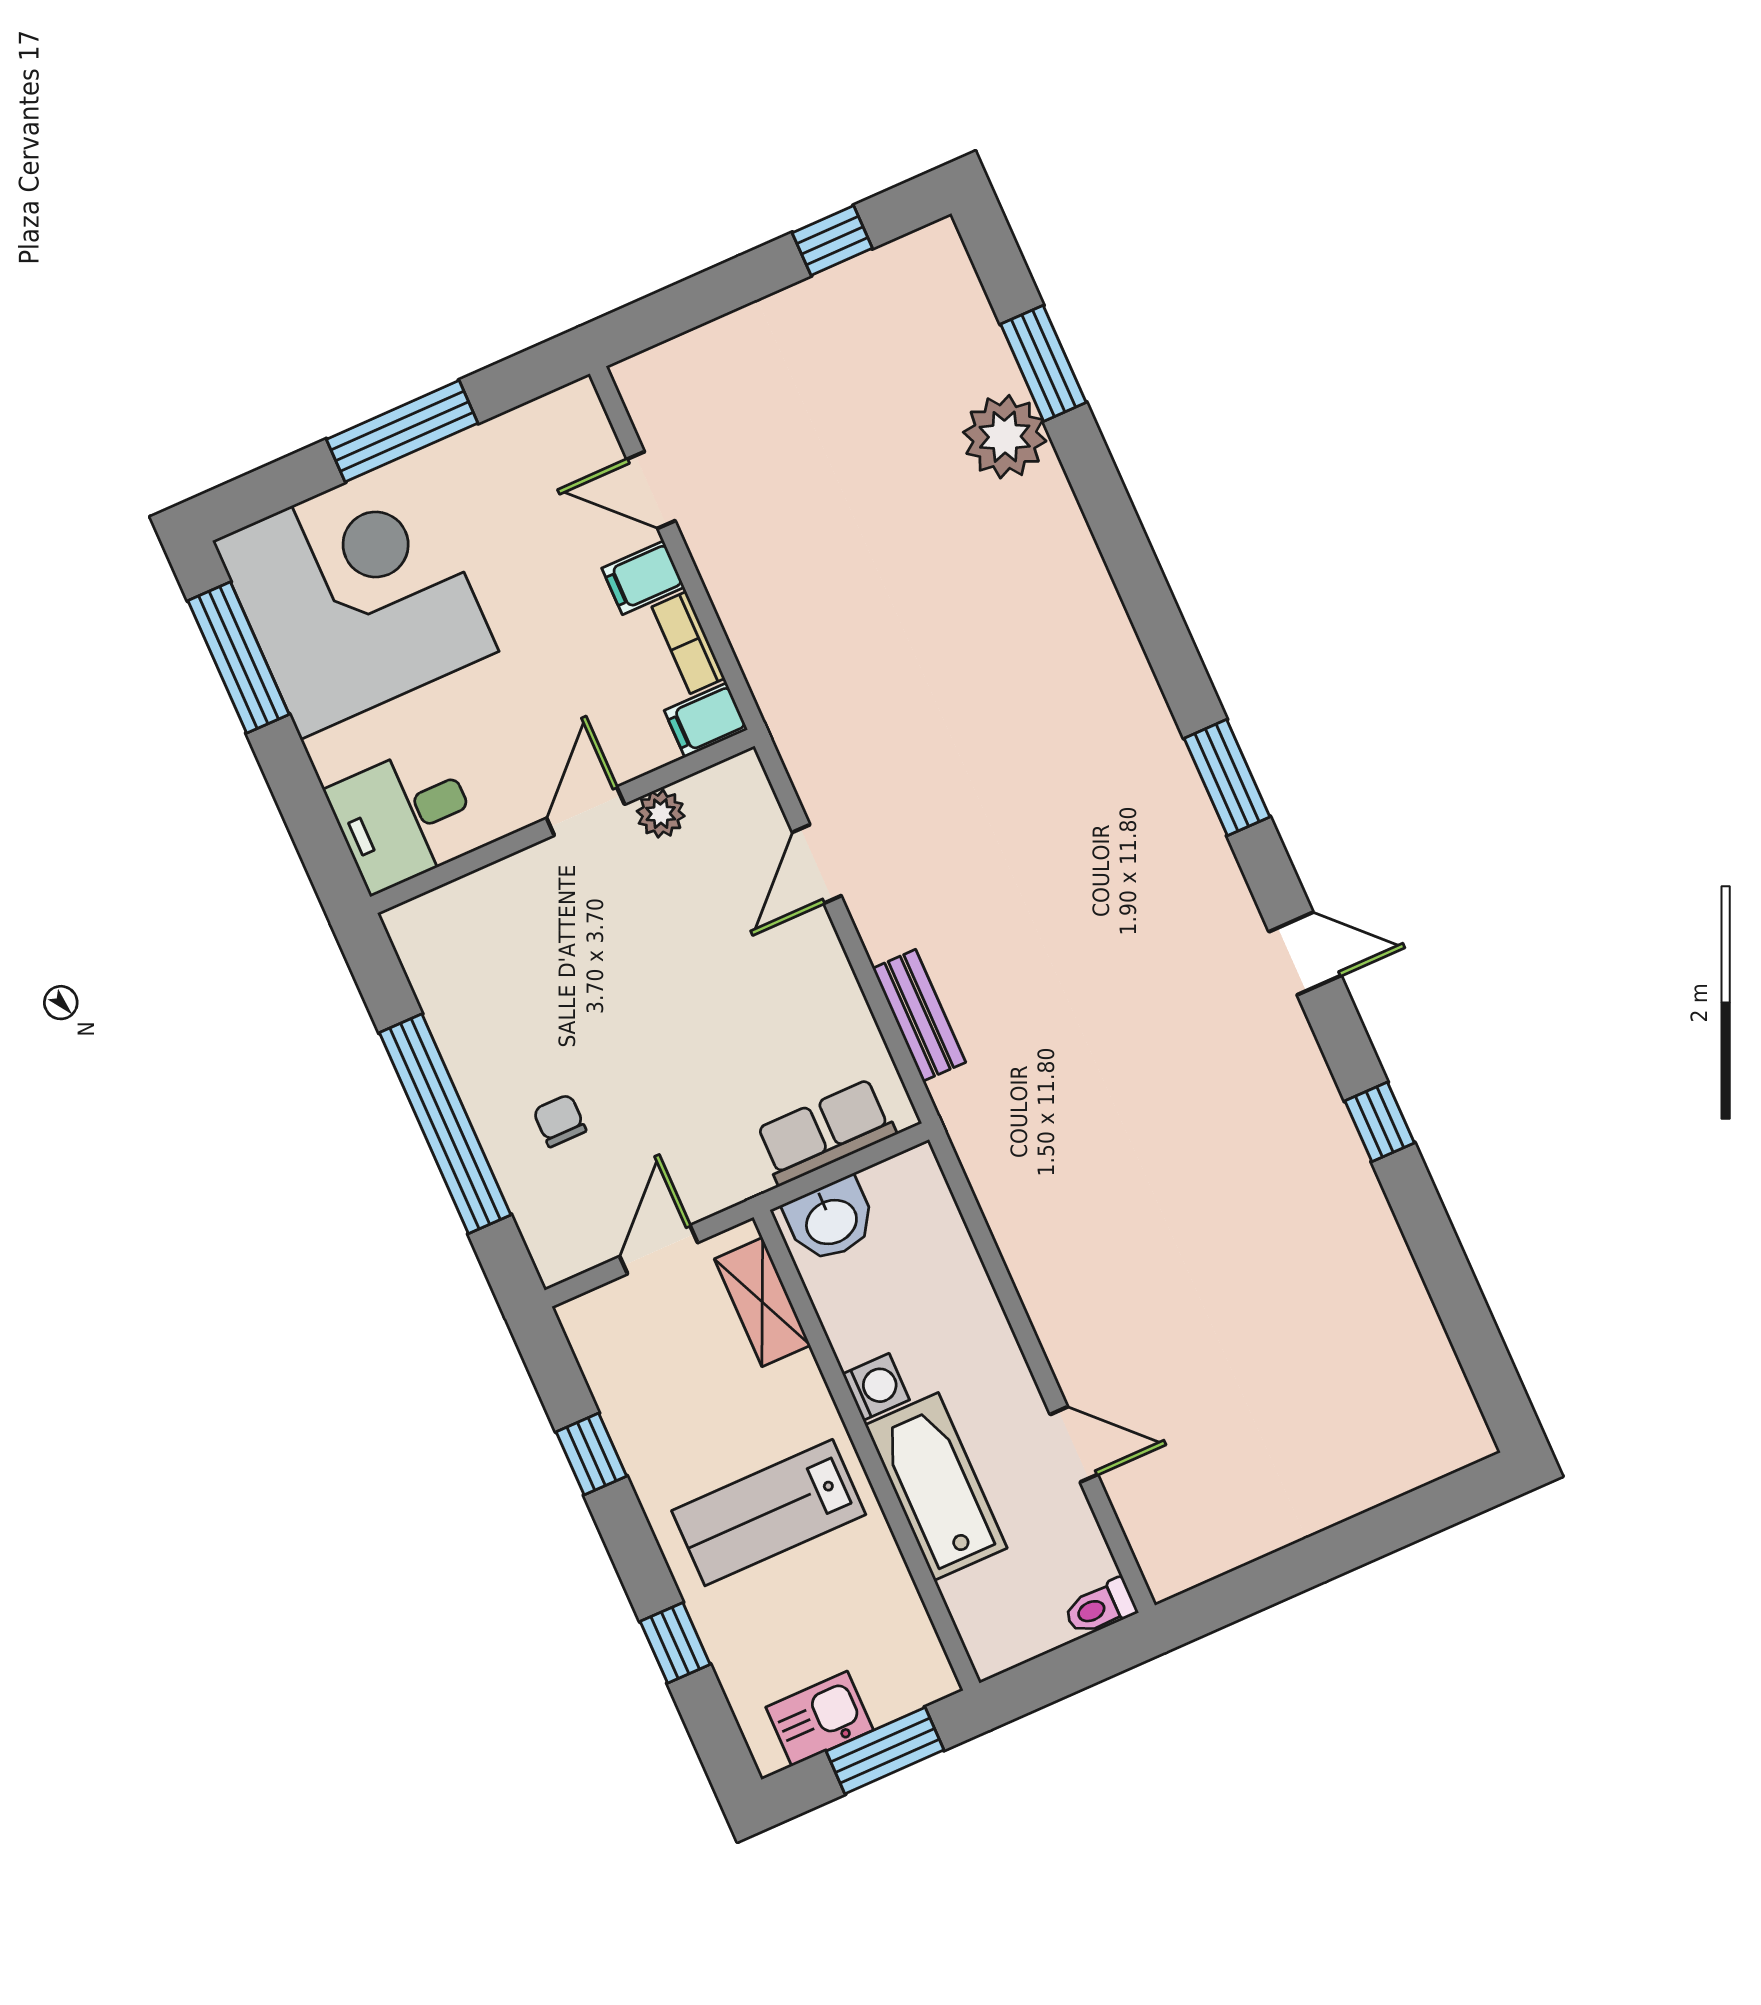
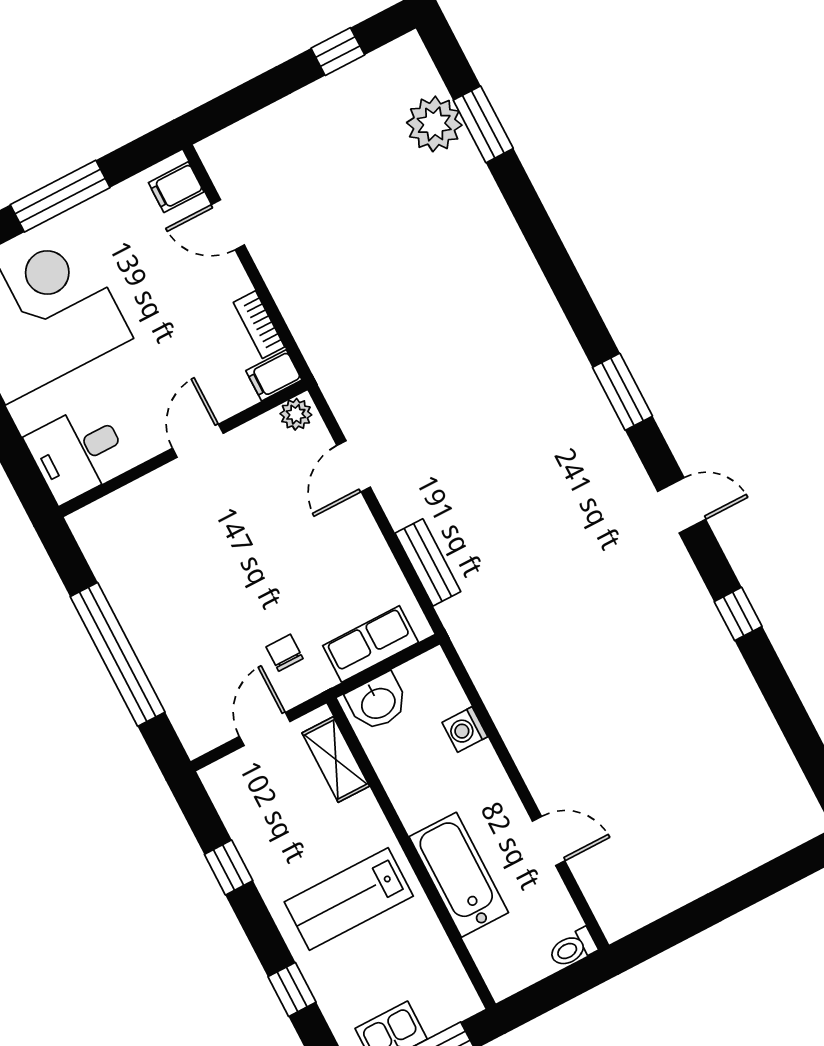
plant: (1005, 437) -> (434, 124), moved
filing cabinet: (643, 578) -> (176, 187), moved
plant: (661, 814) -> (296, 414), moved
chair: (560, 1121) -> (285, 653), moved
washing machine: (876, 1387) -> (465, 730), moved, turned 180

